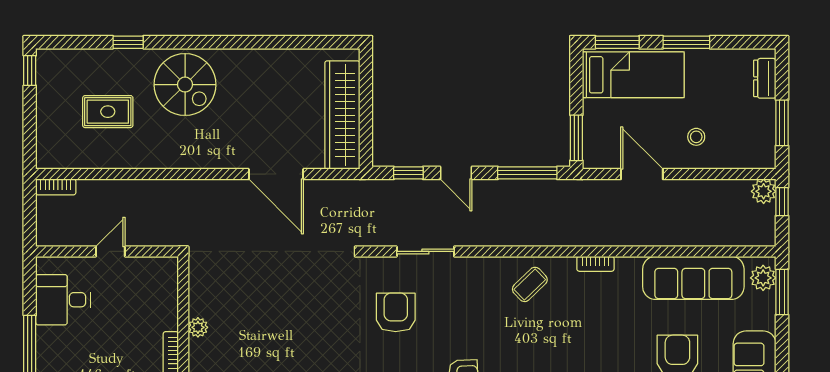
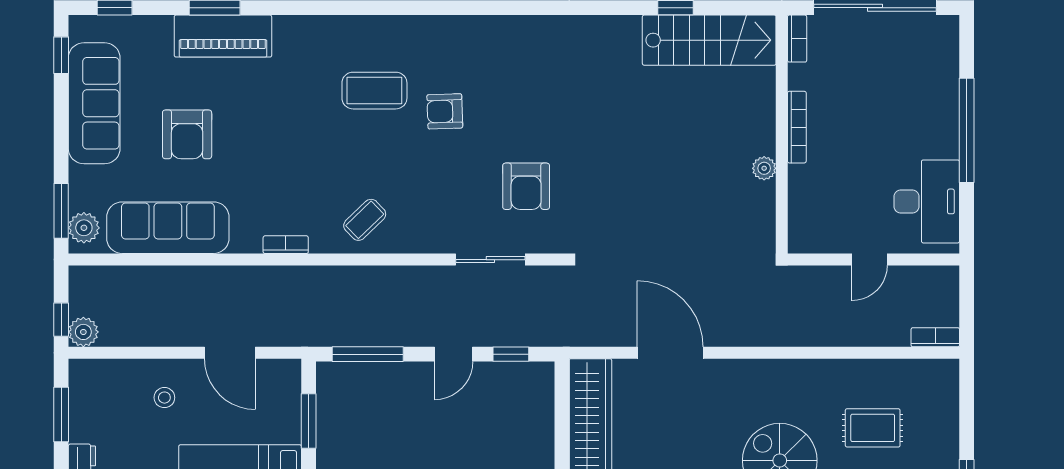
window: (576, 138) -> (309, 421), moved
door: (456, 173) -> (454, 354), swing flipped
desk: (63, 300) -> (927, 201), width x1.37

